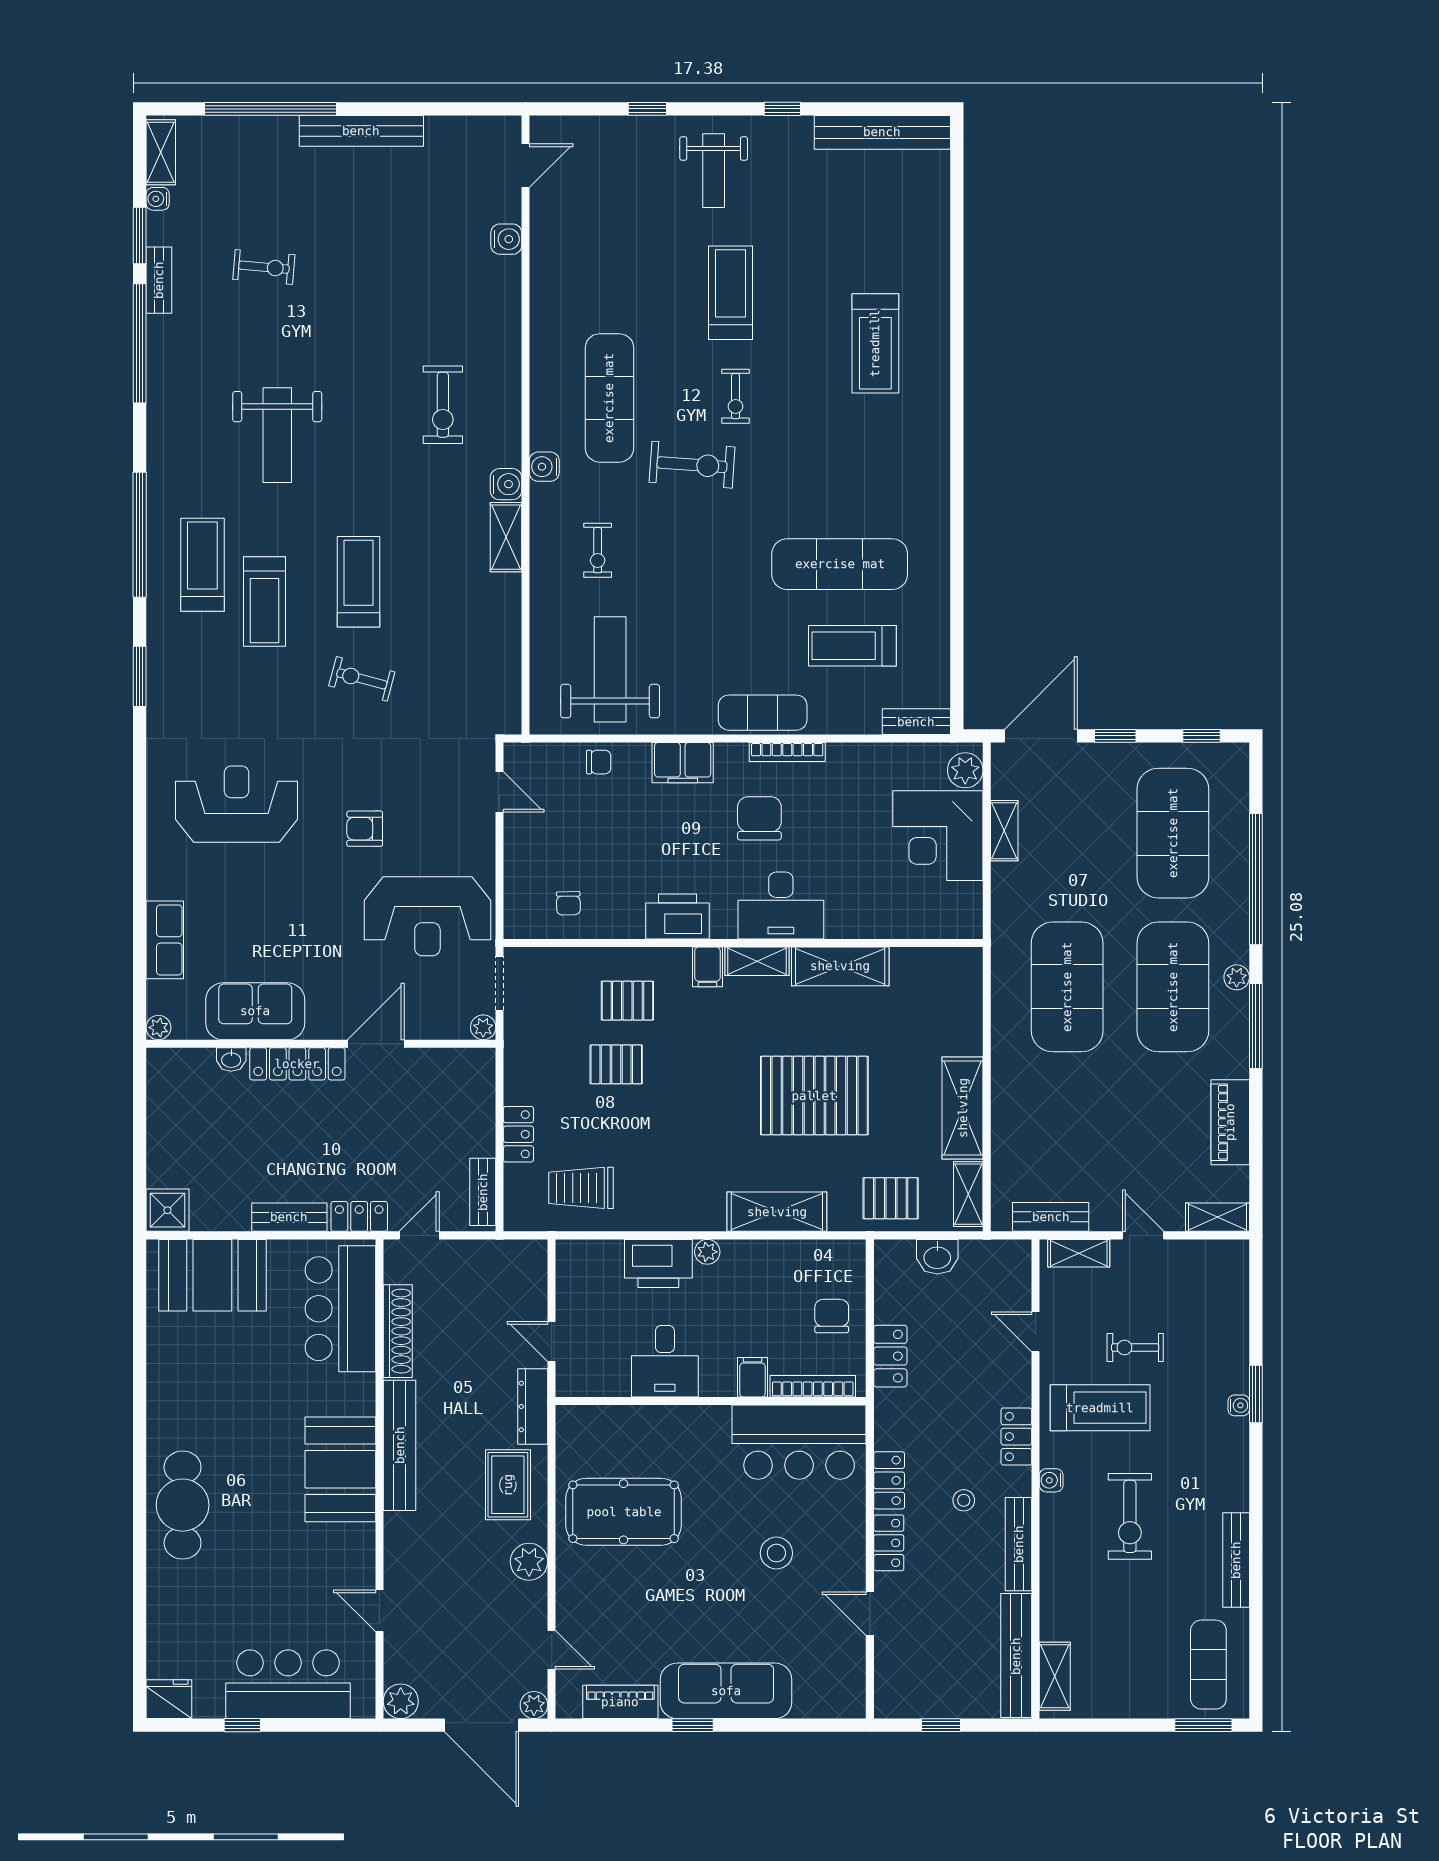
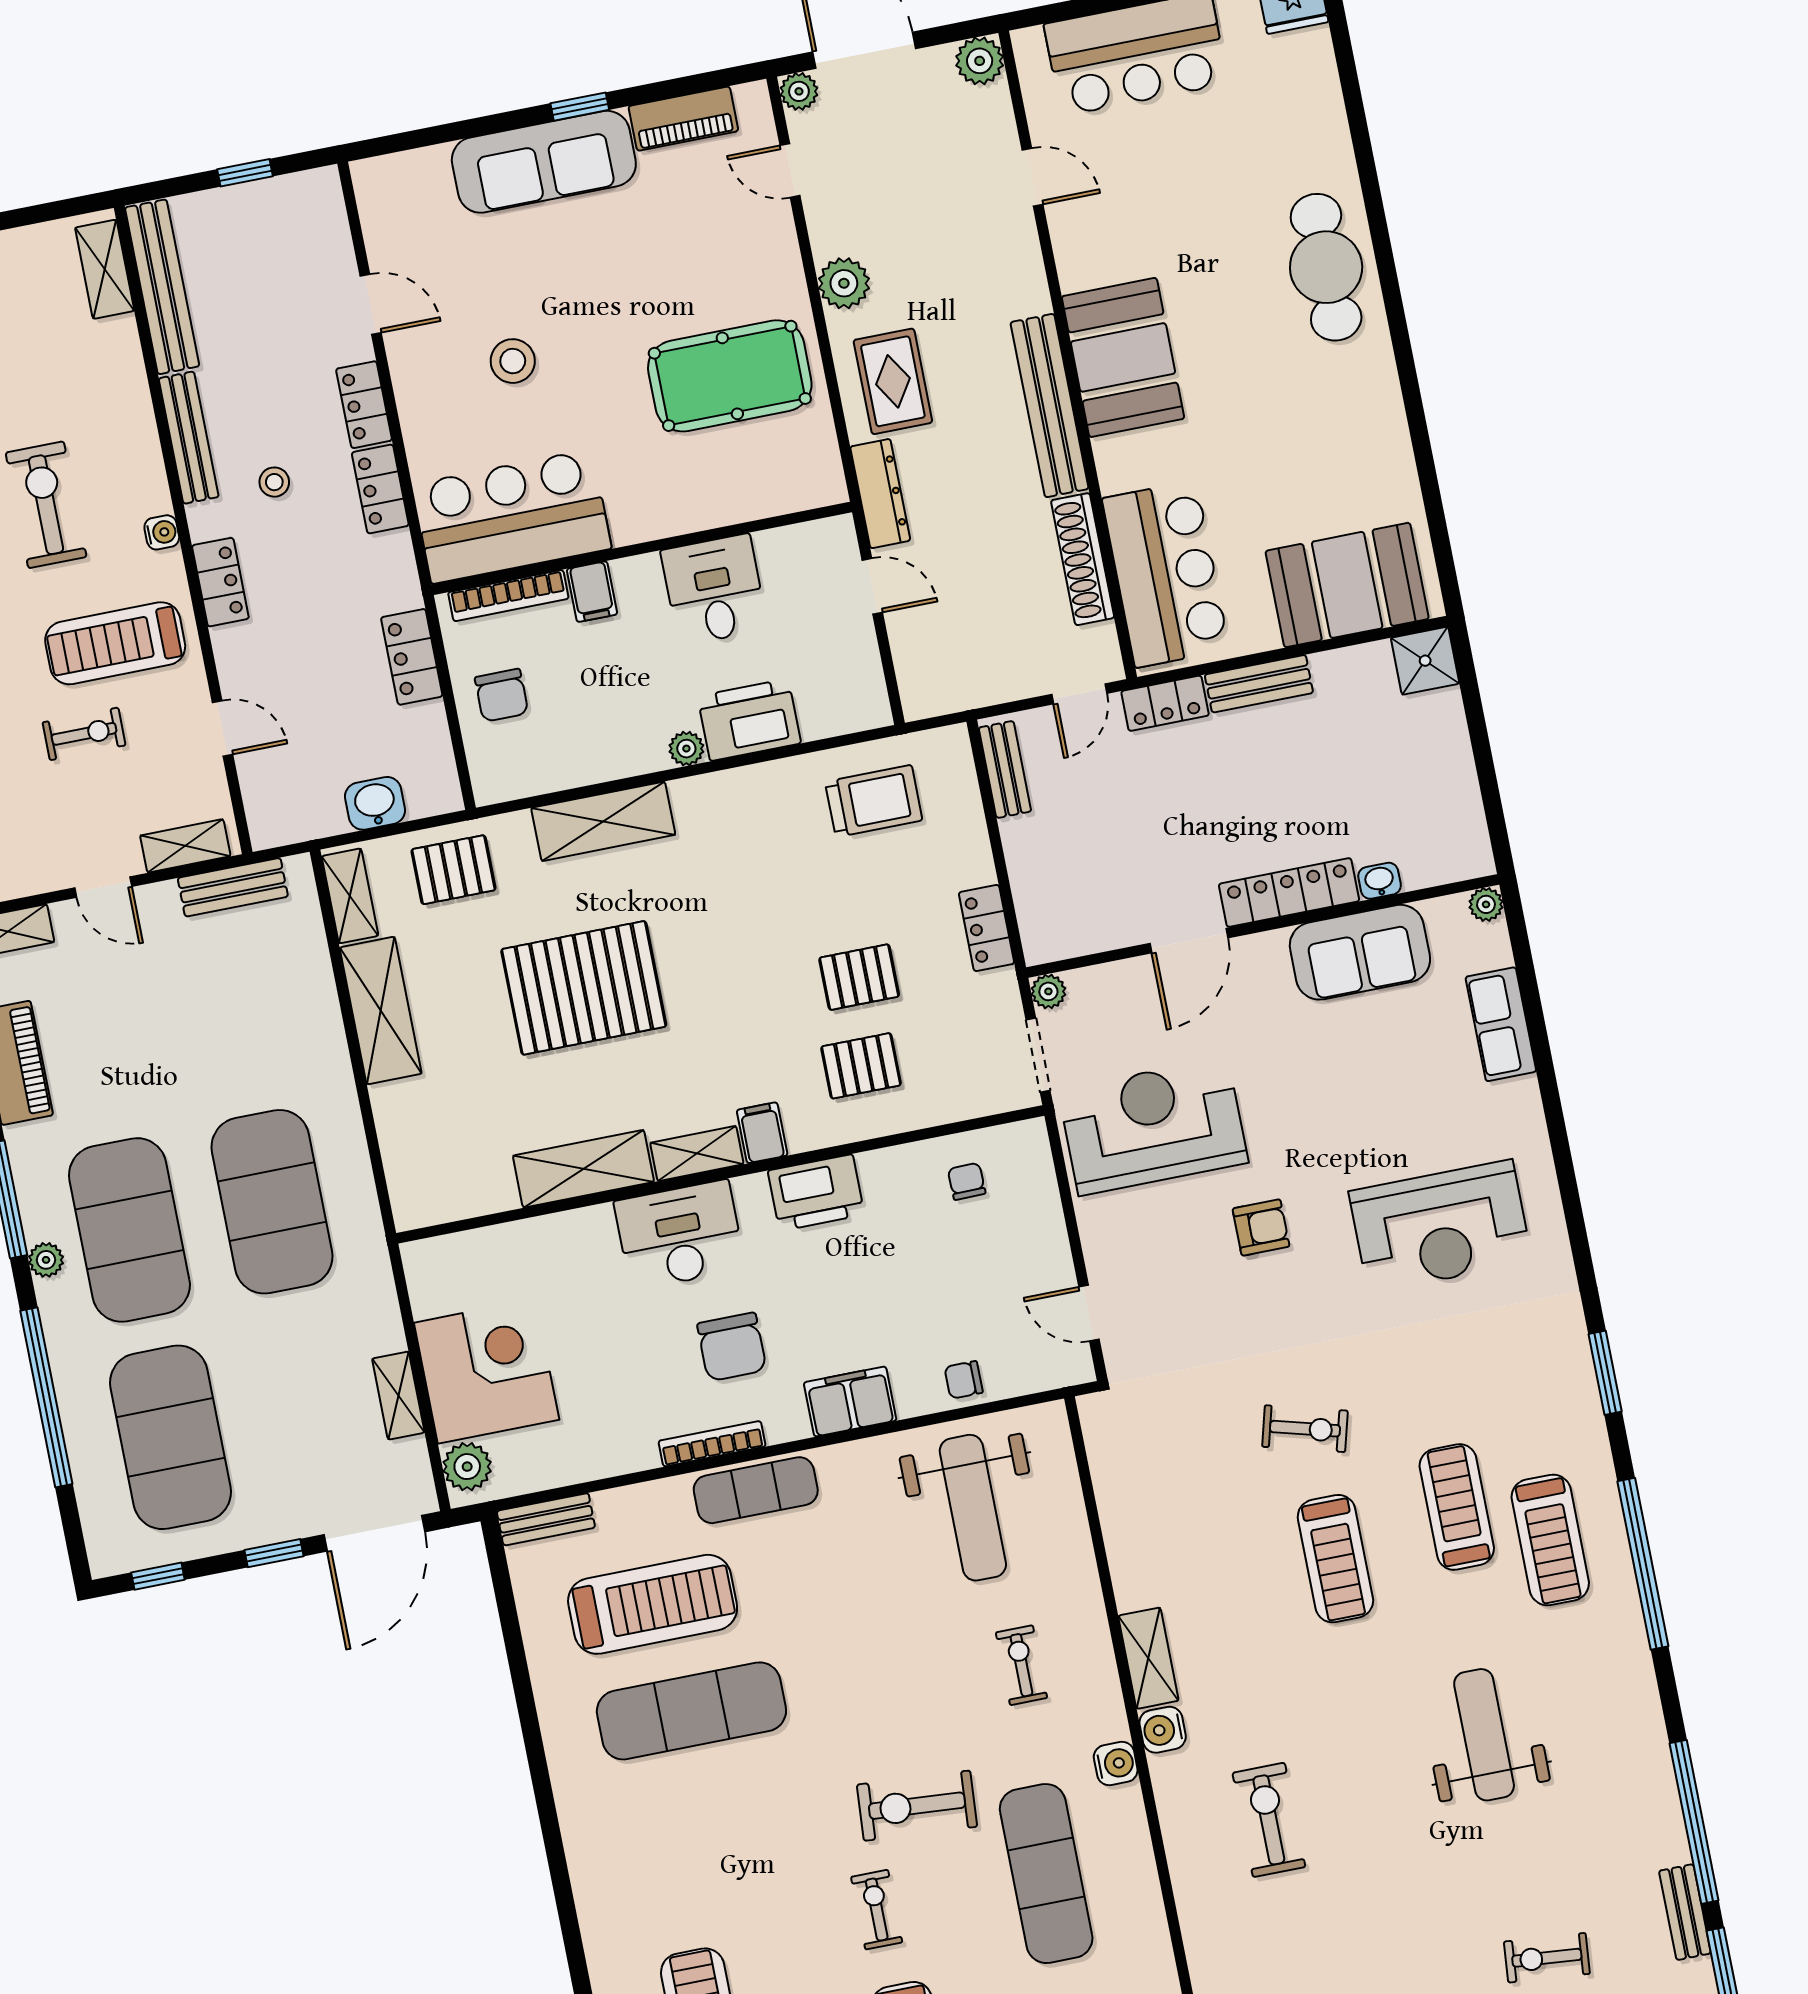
treadmill: (852, 646) -> (653, 1604), width x1.37, depth x1.38
locker: (518, 1134) -> (986, 928), moved

